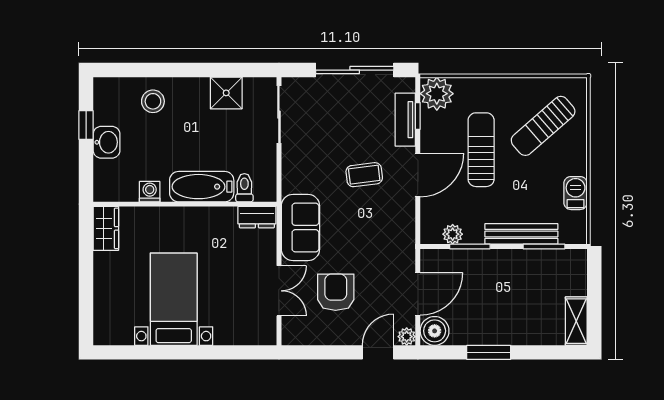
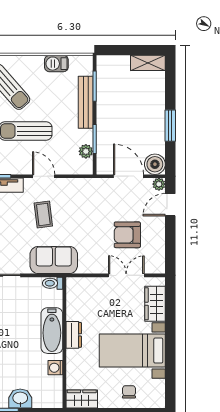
door: (418, 175) -> (44, 176), width x0.73
toilet: (244, 188) -> (53, 283), moved
dresser: (257, 217) -> (74, 335), moved
sofa: (300, 228) -> (54, 260), moved
chair: (116, 295) -> (129, 392), added
wardrobe: (239, 331) -> (155, 304), added
door: (378, 352) -> (170, 205), hinge flipped

